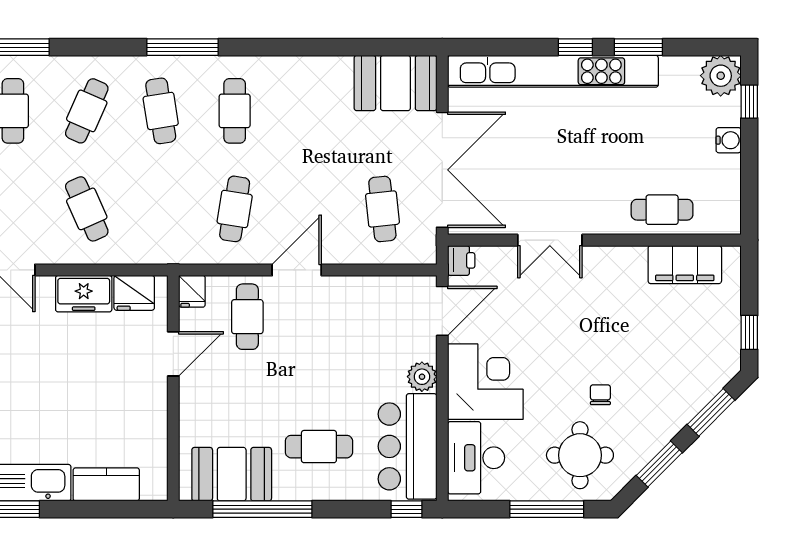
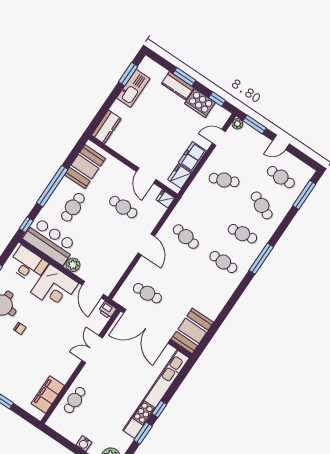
cafe table: (247, 317) -> (123, 207), moved
kitchen counter: (106, 484) -> (106, 127), moved
window: (262, 509) -> (52, 186), moved

